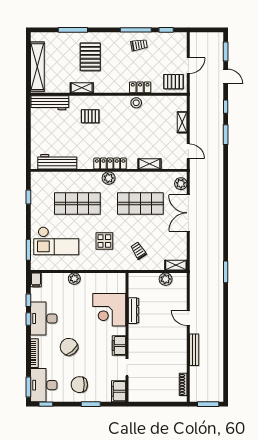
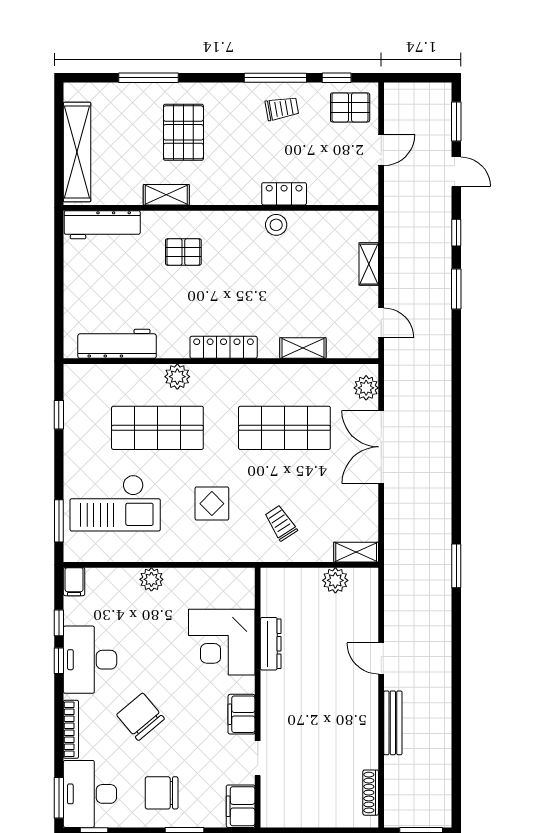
pallet: (173, 82) -> (350, 107), moved
plant: (109, 178) -> (177, 377), moved

